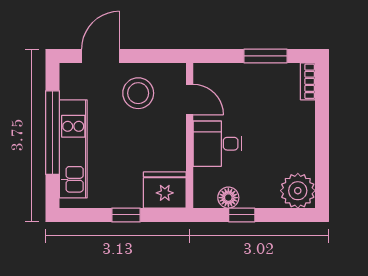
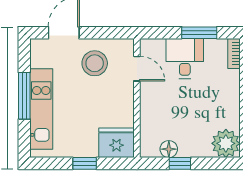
window: (52, 133) -> (24, 96), width x0.68
desk: (217, 144) -> (185, 58), moved, turned 90

